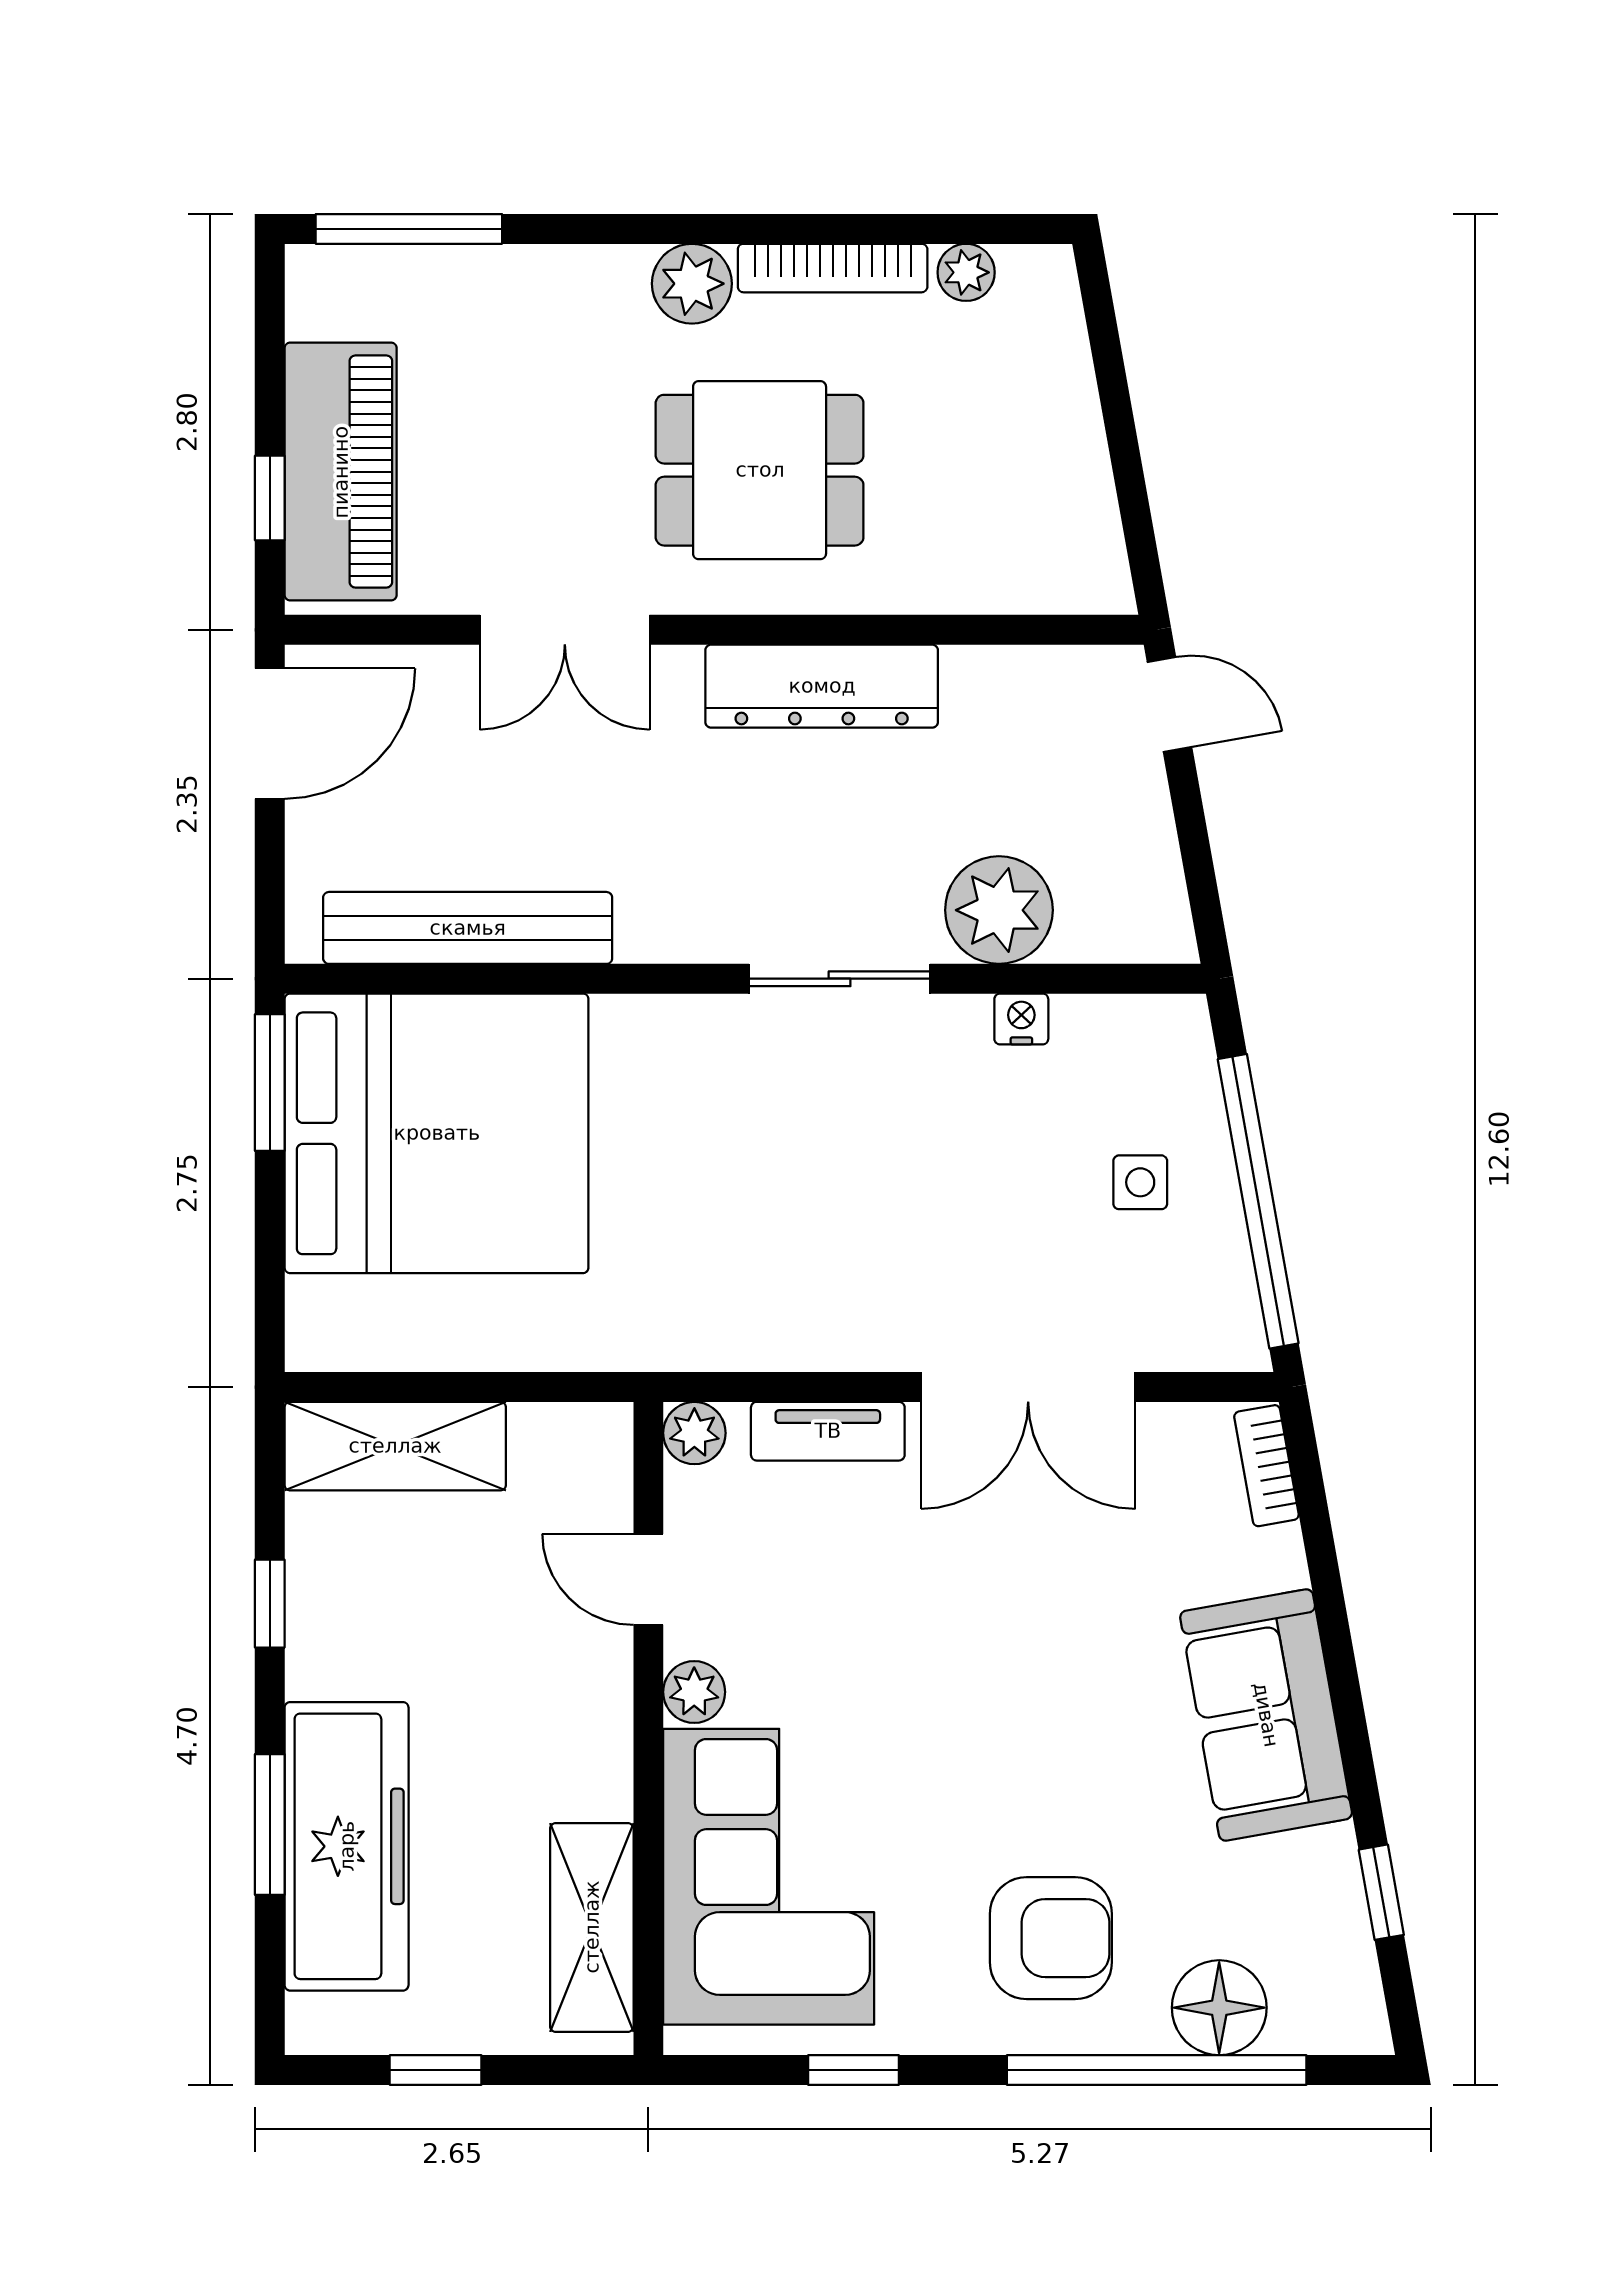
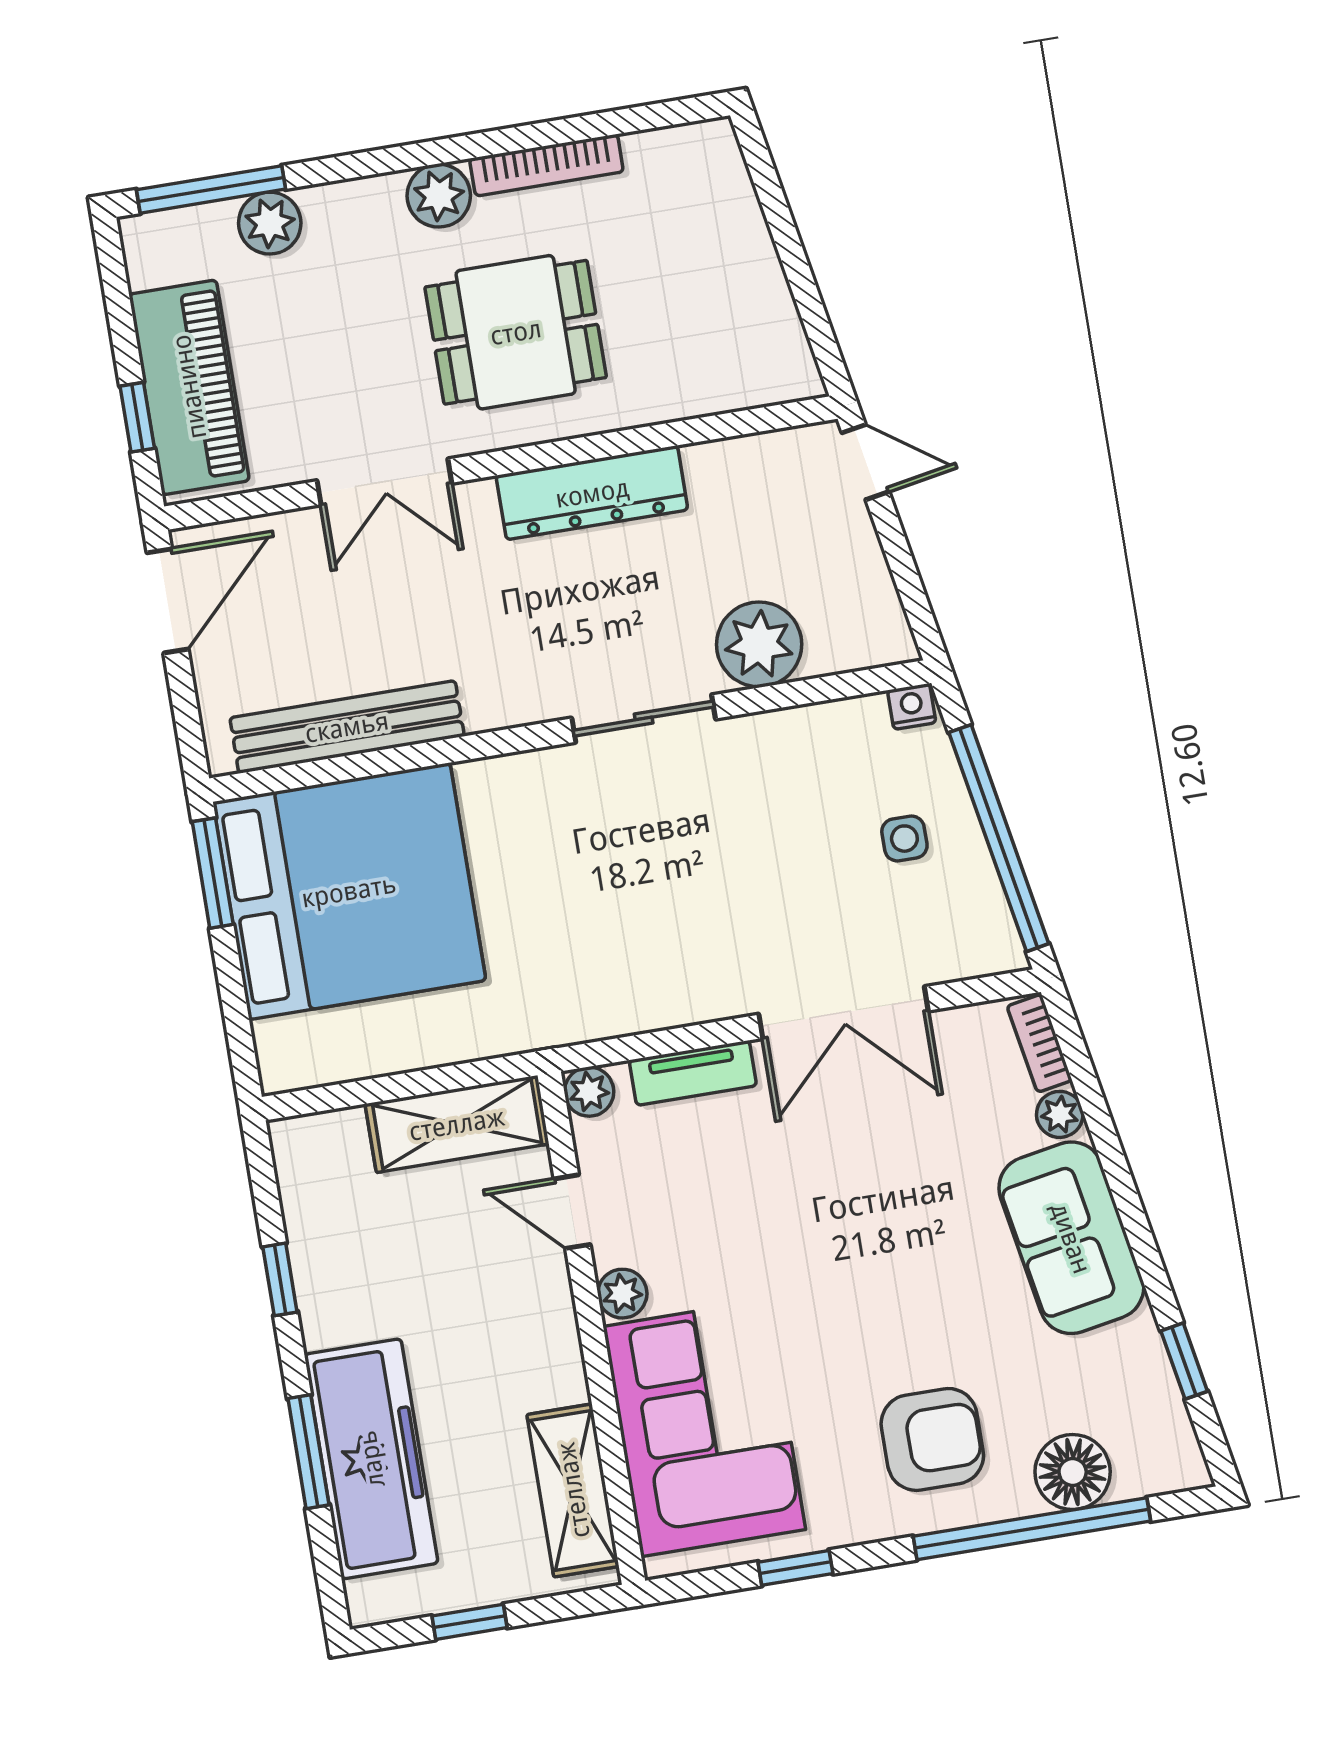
plant: (966, 272) -> (270, 223), moved, width x1.38, depth x1.38
nightstand: (1021, 1019) -> (912, 706), moved
shelving: (395, 1446) -> (457, 1124), moved
plant: (1277, 1559) -> (1060, 1114), added

